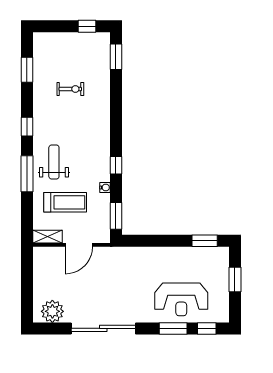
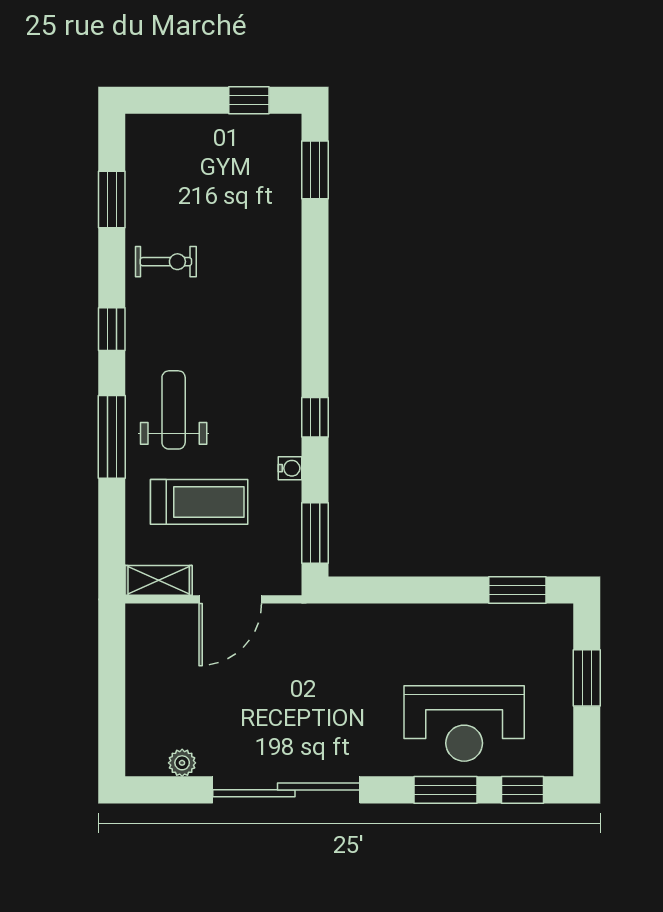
exercise bike: (70, 89) -> (166, 262), moved
plant: (52, 311) -> (182, 763), width x0.53, depth x0.53

